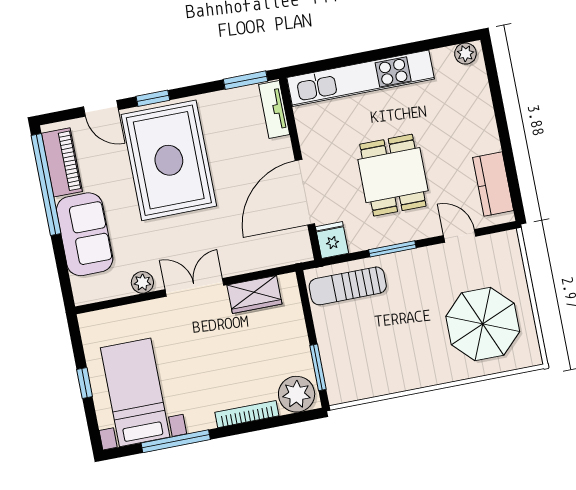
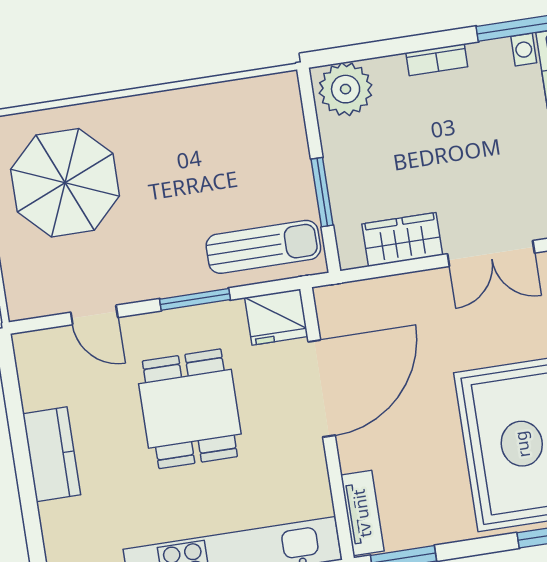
kitchen counter: (493, 184) -> (52, 454), moved
fridge: (332, 240) -> (276, 317), width x1.38
window: (318, 367) -> (322, 192), moved
bookcase: (247, 414) -> (437, 60), width x0.64

